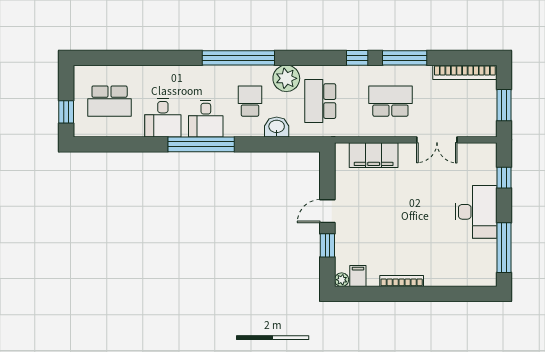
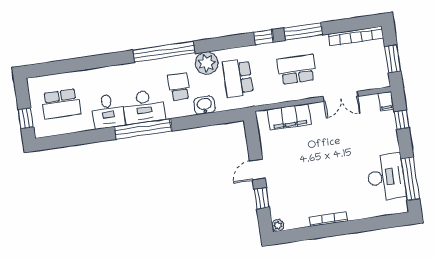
desk: (206, 119) -> (144, 107), width x1.37
desk: (476, 212) -> (386, 177), moved
filing cabinet: (358, 276) -> (386, 101), moved, turned 180

